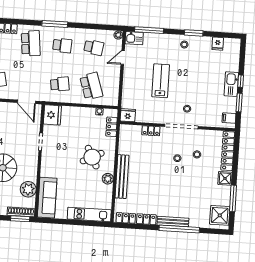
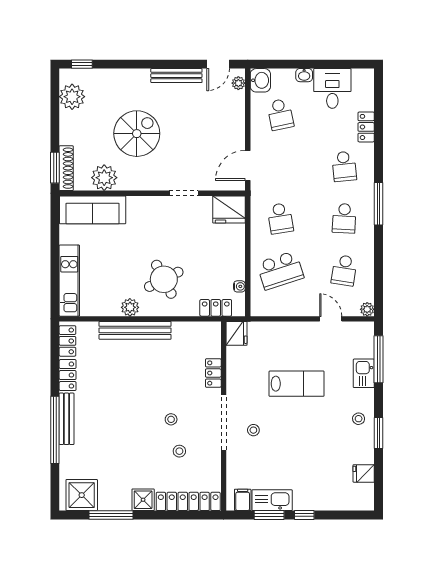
kitchen sink: (134, 38) -> (364, 373), moved
school desk: (31, 43) -> (344, 166), width x0.54
kitchen sink: (231, 84) -> (272, 500), moved

